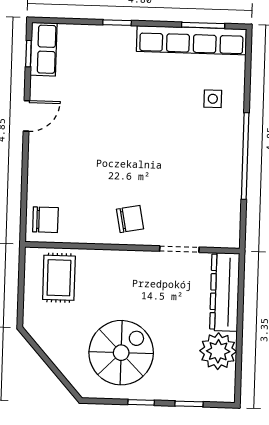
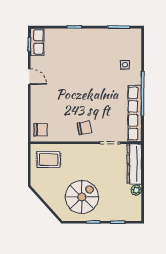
row of seats: (191, 40) -> (135, 113), moved, turned 90
door: (26, 116) -> (29, 77), hinge flipped
rug: (59, 278) -> (49, 159), turned 90
plant: (218, 351) -> (136, 190), width x0.53, depth x0.53

